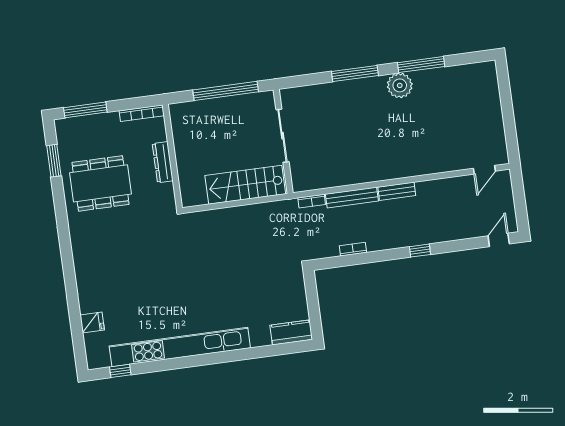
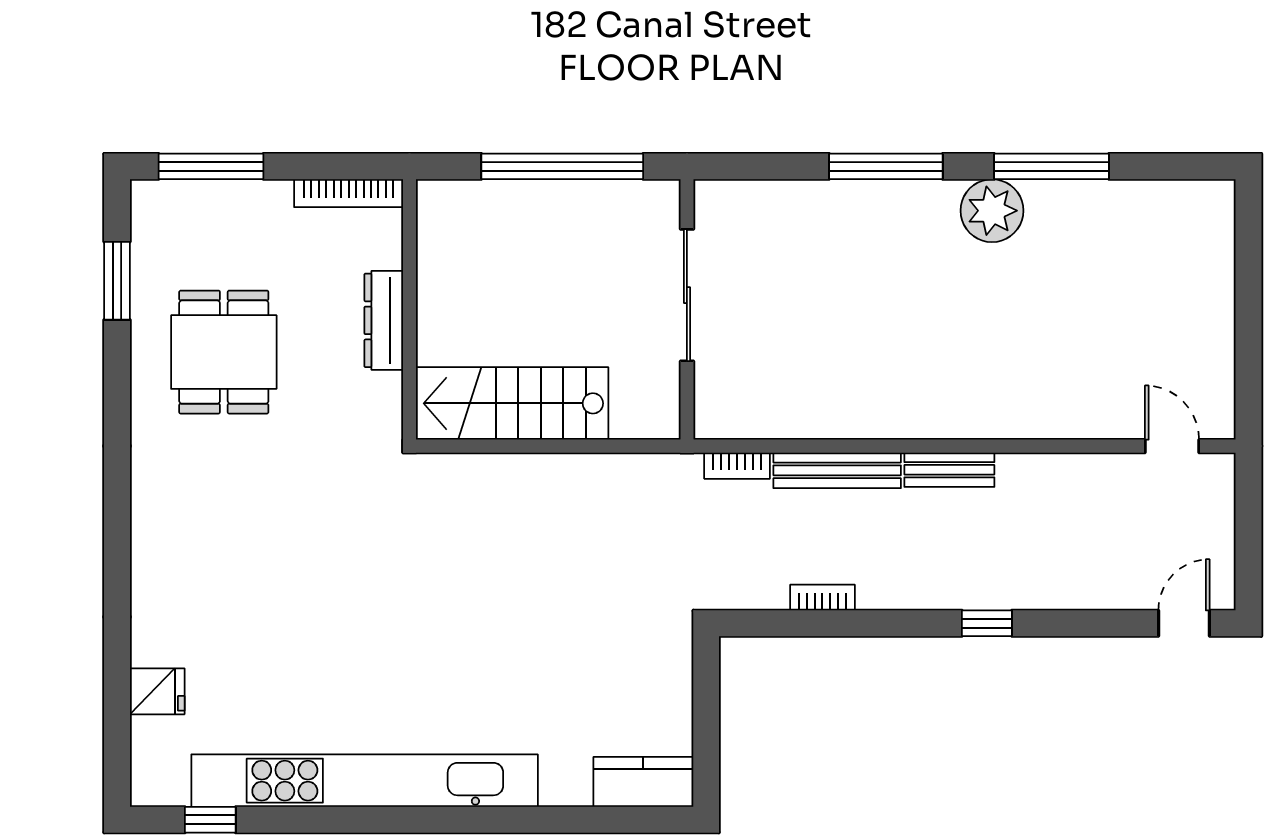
door: (484, 170) -> (1172, 446), swing flipped
dining table: (100, 183) -> (224, 352), width x0.73
stairs: (245, 185) -> (512, 403), moved

